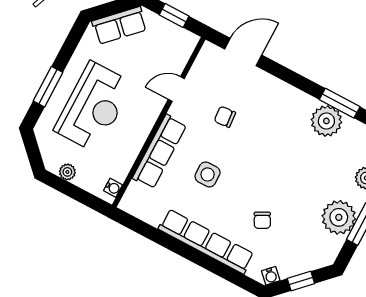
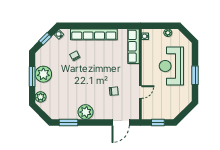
row of seats: (119, 25) -> (179, 106), removed
window: (48, 87) -> (195, 75), moved
plant: (326, 121) -> (86, 112), moved
row of seats: (160, 152) -> (134, 46), moved
side table: (208, 174) -> (108, 63), removed

